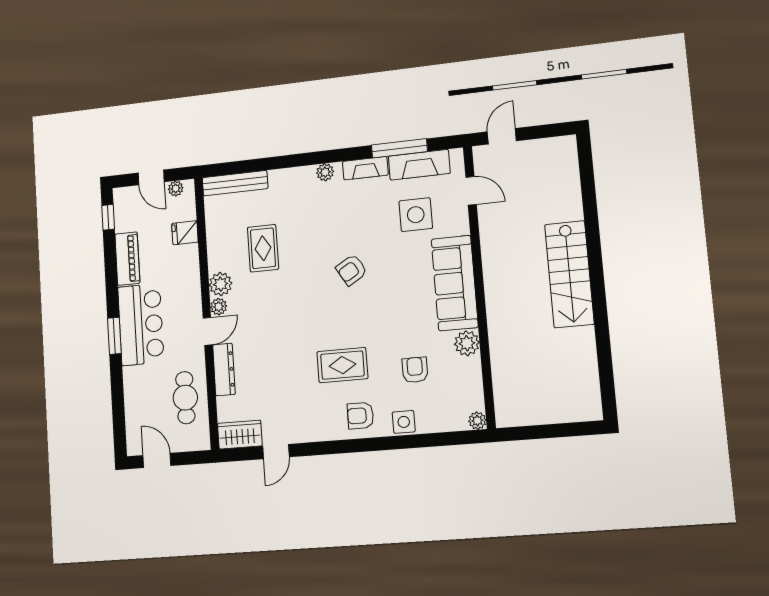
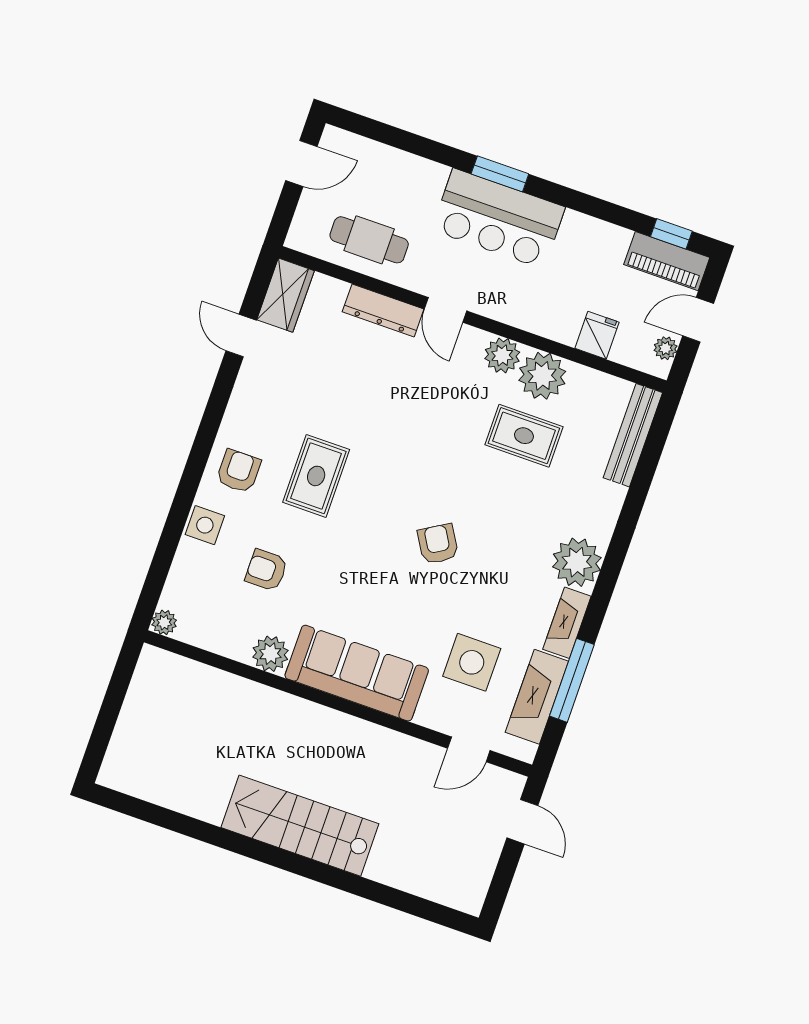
plant: (325, 172) -> (577, 562), width x1.88, depth x1.88
piano: (127, 259) -> (667, 261), moved
plant: (219, 307) -> (542, 376), moved, width x1.87, depth x1.87
armchair: (415, 370) -> (266, 570), turned 180

